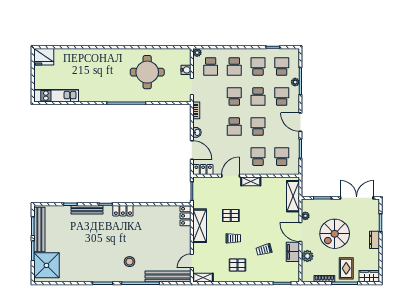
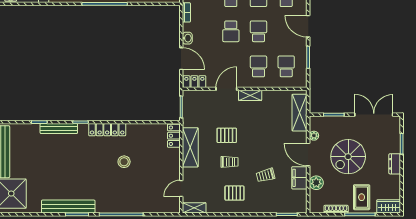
locker: (123, 211) -> (107, 130), width x1.53
stool: (129, 262) -> (124, 162), moved
bench: (168, 277) -> (68, 207), moved

